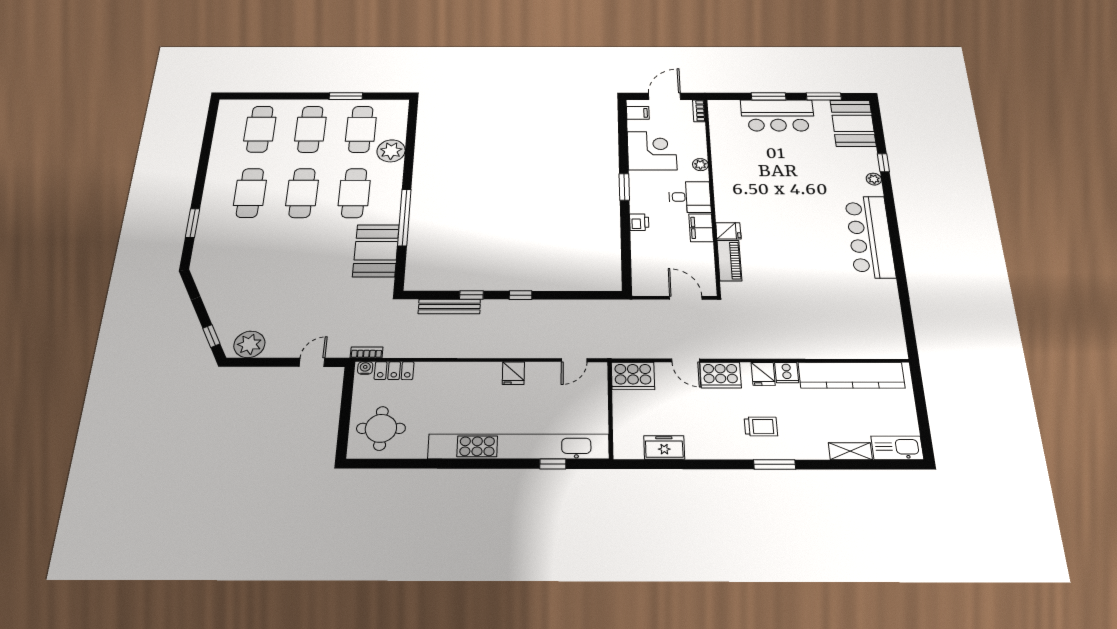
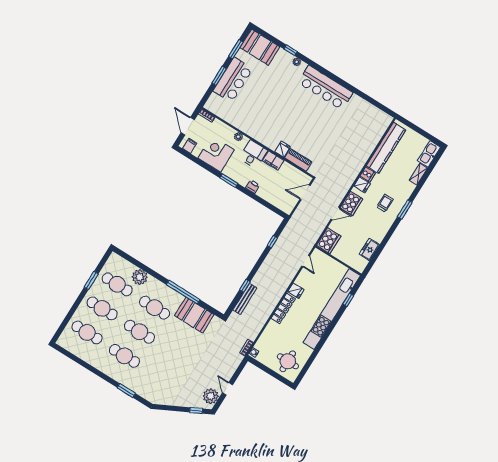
window: (521, 295) -> (272, 242), moved
door: (312, 362) -> (228, 389), moved
locker: (394, 371) -> (283, 308), moved, width x1.53

